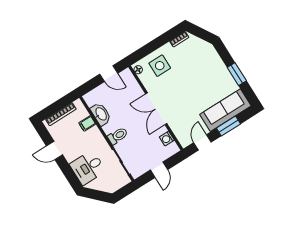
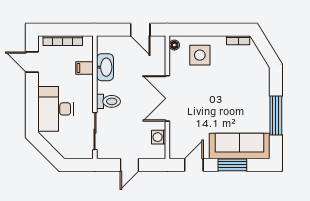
window: (237, 74) -> (276, 116), width x1.44
door: (54, 150) -> (32, 62), moved
desk: (88, 168) -> (56, 109), width x1.37

